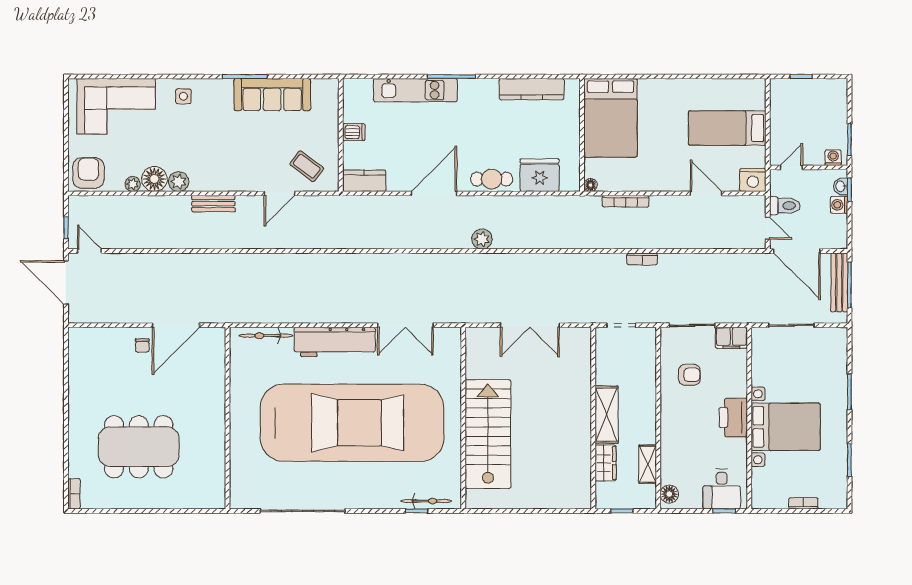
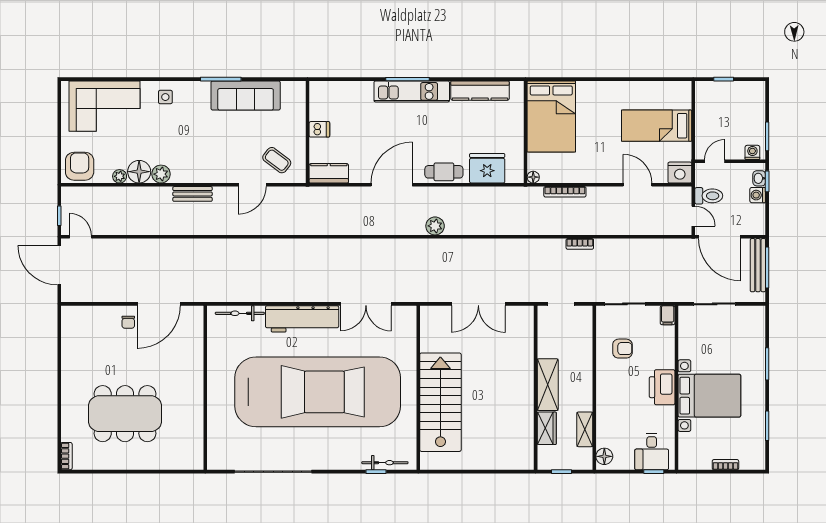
kitchen unit: (415, 90) -> (412, 91), moved
filing cabinet: (731, 338) -> (668, 315), width x0.50

